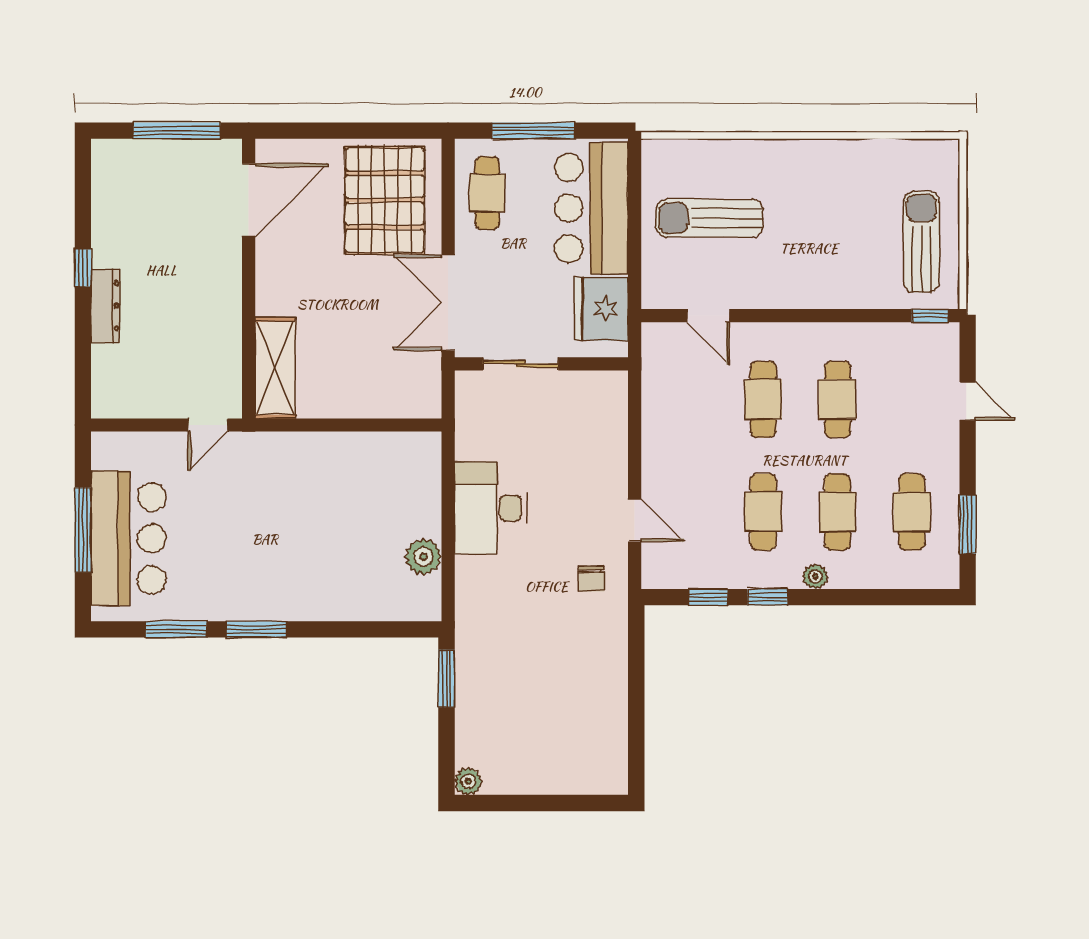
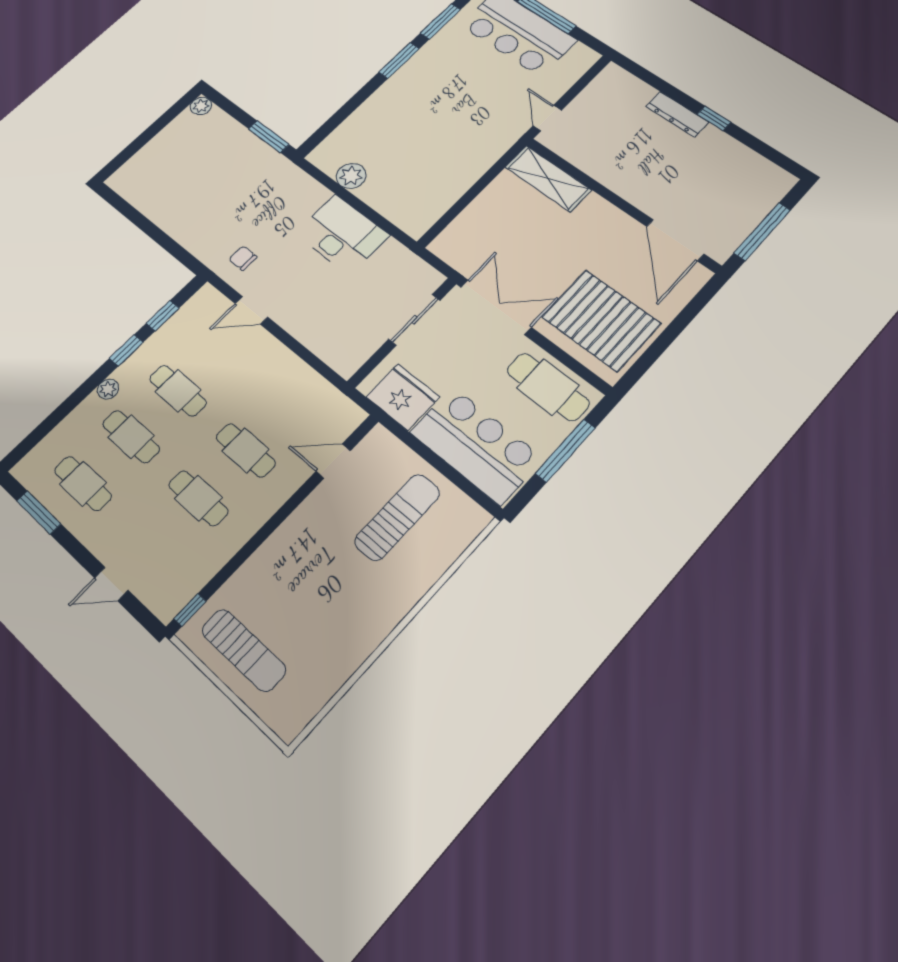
cafe table: (487, 193) -> (548, 387), width x1.37, depth x1.35

